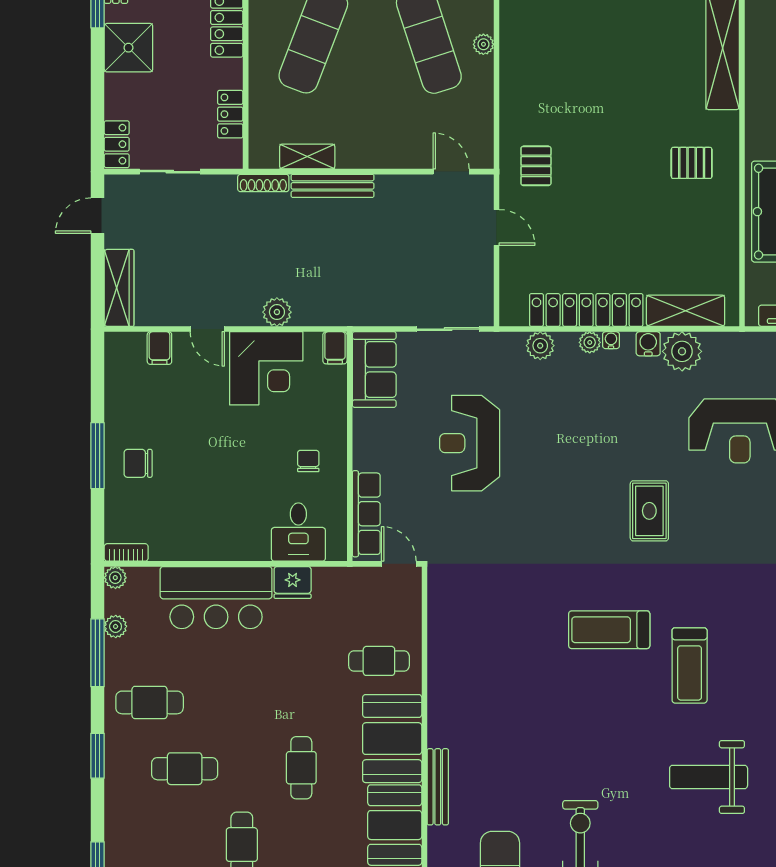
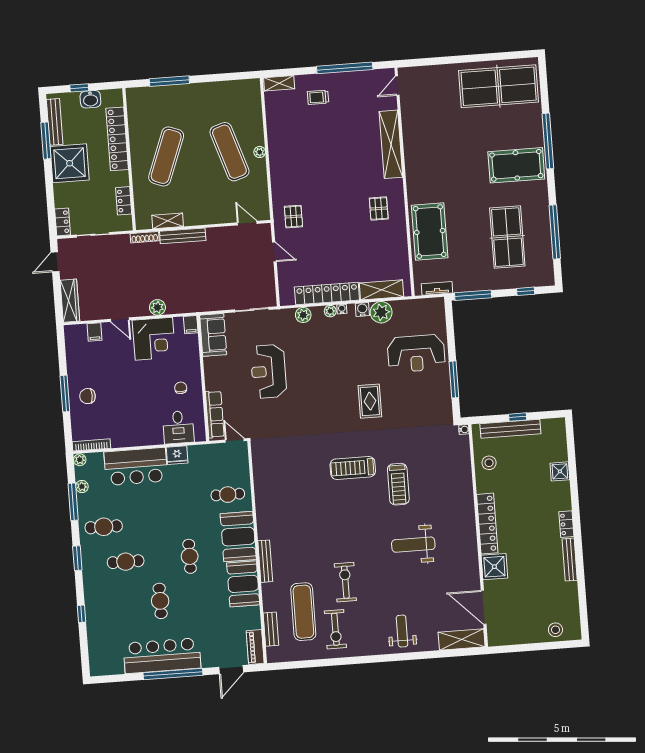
shower: (128, 48) -> (70, 163), width x1.37, depth x1.37
pallet: (692, 163) -> (379, 209), turned 90
bookcase: (126, 552) -> (91, 445), width x1.56

